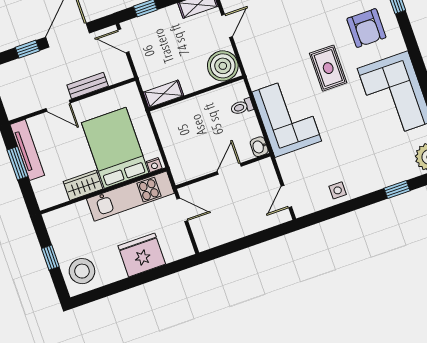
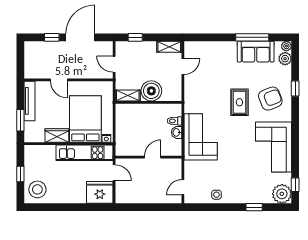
armchair: (366, 28) -> (270, 99), turned -111
door: (123, 41) -> (114, 64), moved
boiler: (223, 66) -> (151, 91), moved
rug: (328, 68) -> (239, 102), moved
bench: (88, 86) -> (82, 74), removed
washbasin: (259, 147) -> (177, 132), moved
window: (18, 163) -> (20, 120), moved
fridge: (142, 255) -> (100, 192), moved

